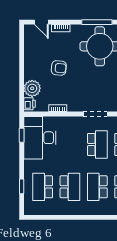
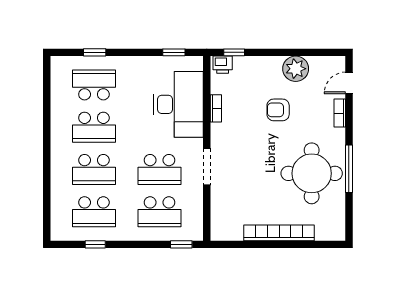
armchair: (59, 68) -> (278, 110), turned 85
plant: (32, 88) -> (296, 69), moved
window: (22, 96) -> (234, 52), added
desk: (40, 138) -> (178, 104), moved, turned 90
school desk: (97, 187) -> (94, 169), turned 180

